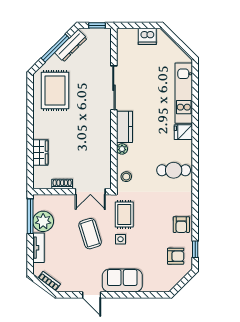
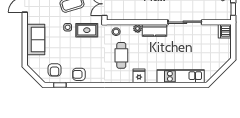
dishwasher: (147, 36) -> (225, 31), moved
fridge: (183, 132) -> (139, 76), moved
cafe table: (174, 170) -> (121, 55), moved
sofa: (122, 281) -> (36, 40), moved

